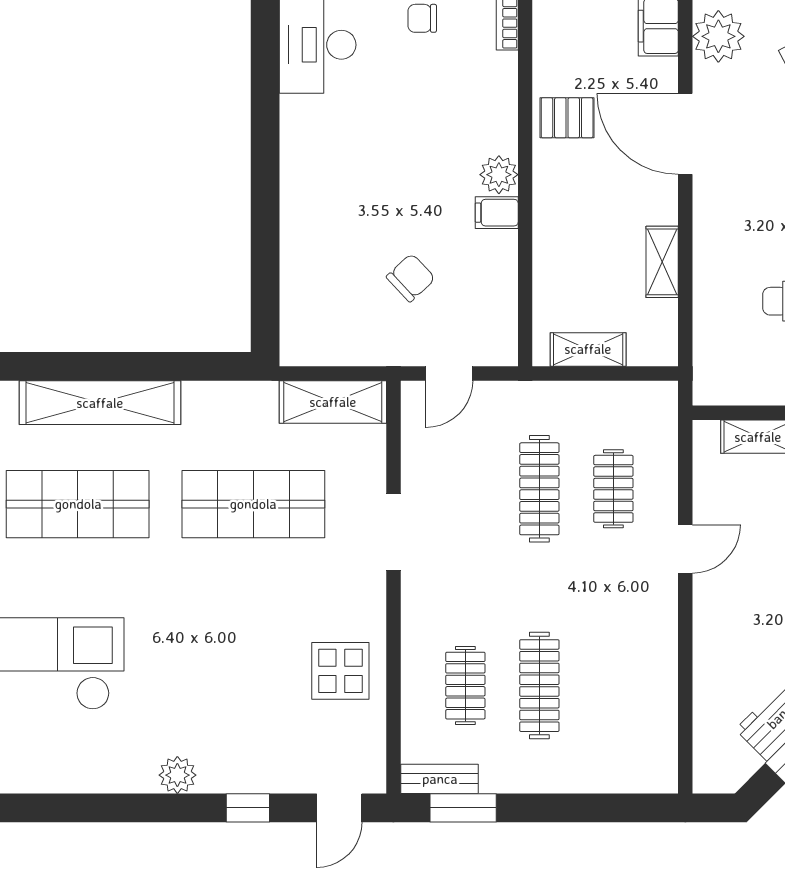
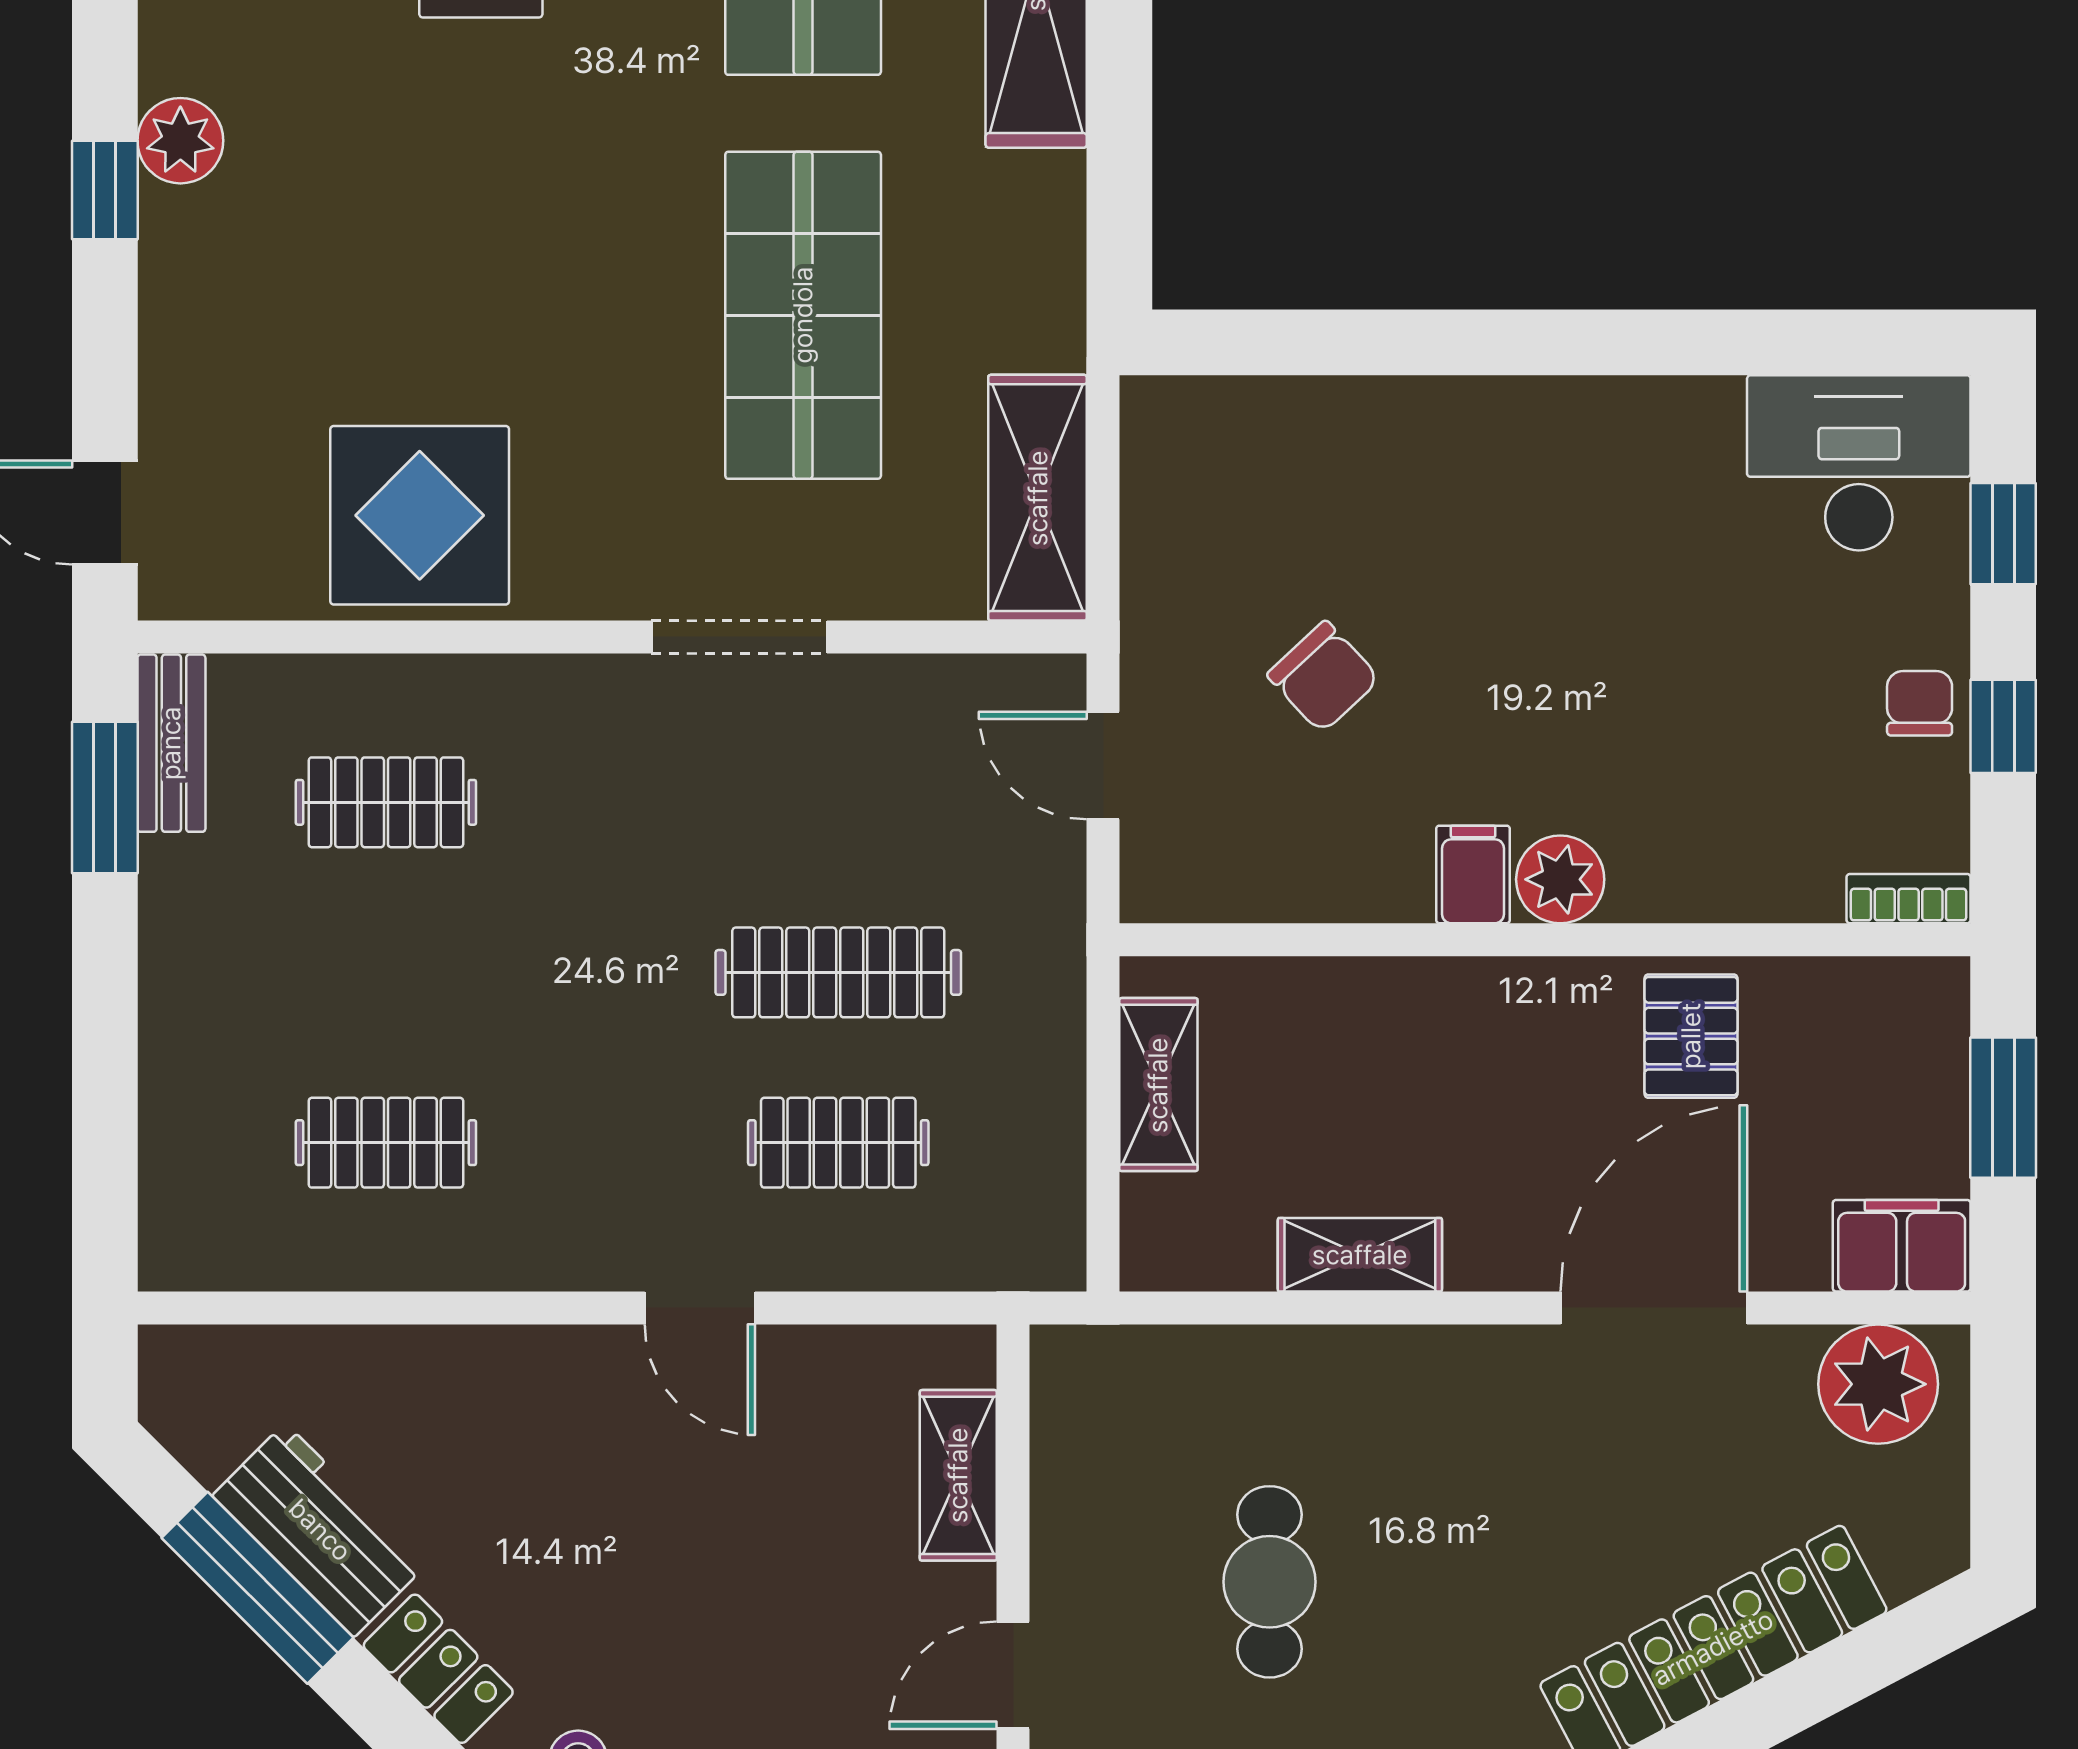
display table: (340, 671) -> (420, 515), width x1.36, depth x1.36
clothes rail: (539, 686) -> (386, 1143), moved, width x0.73
window: (248, 808) -> (105, 190), moved

